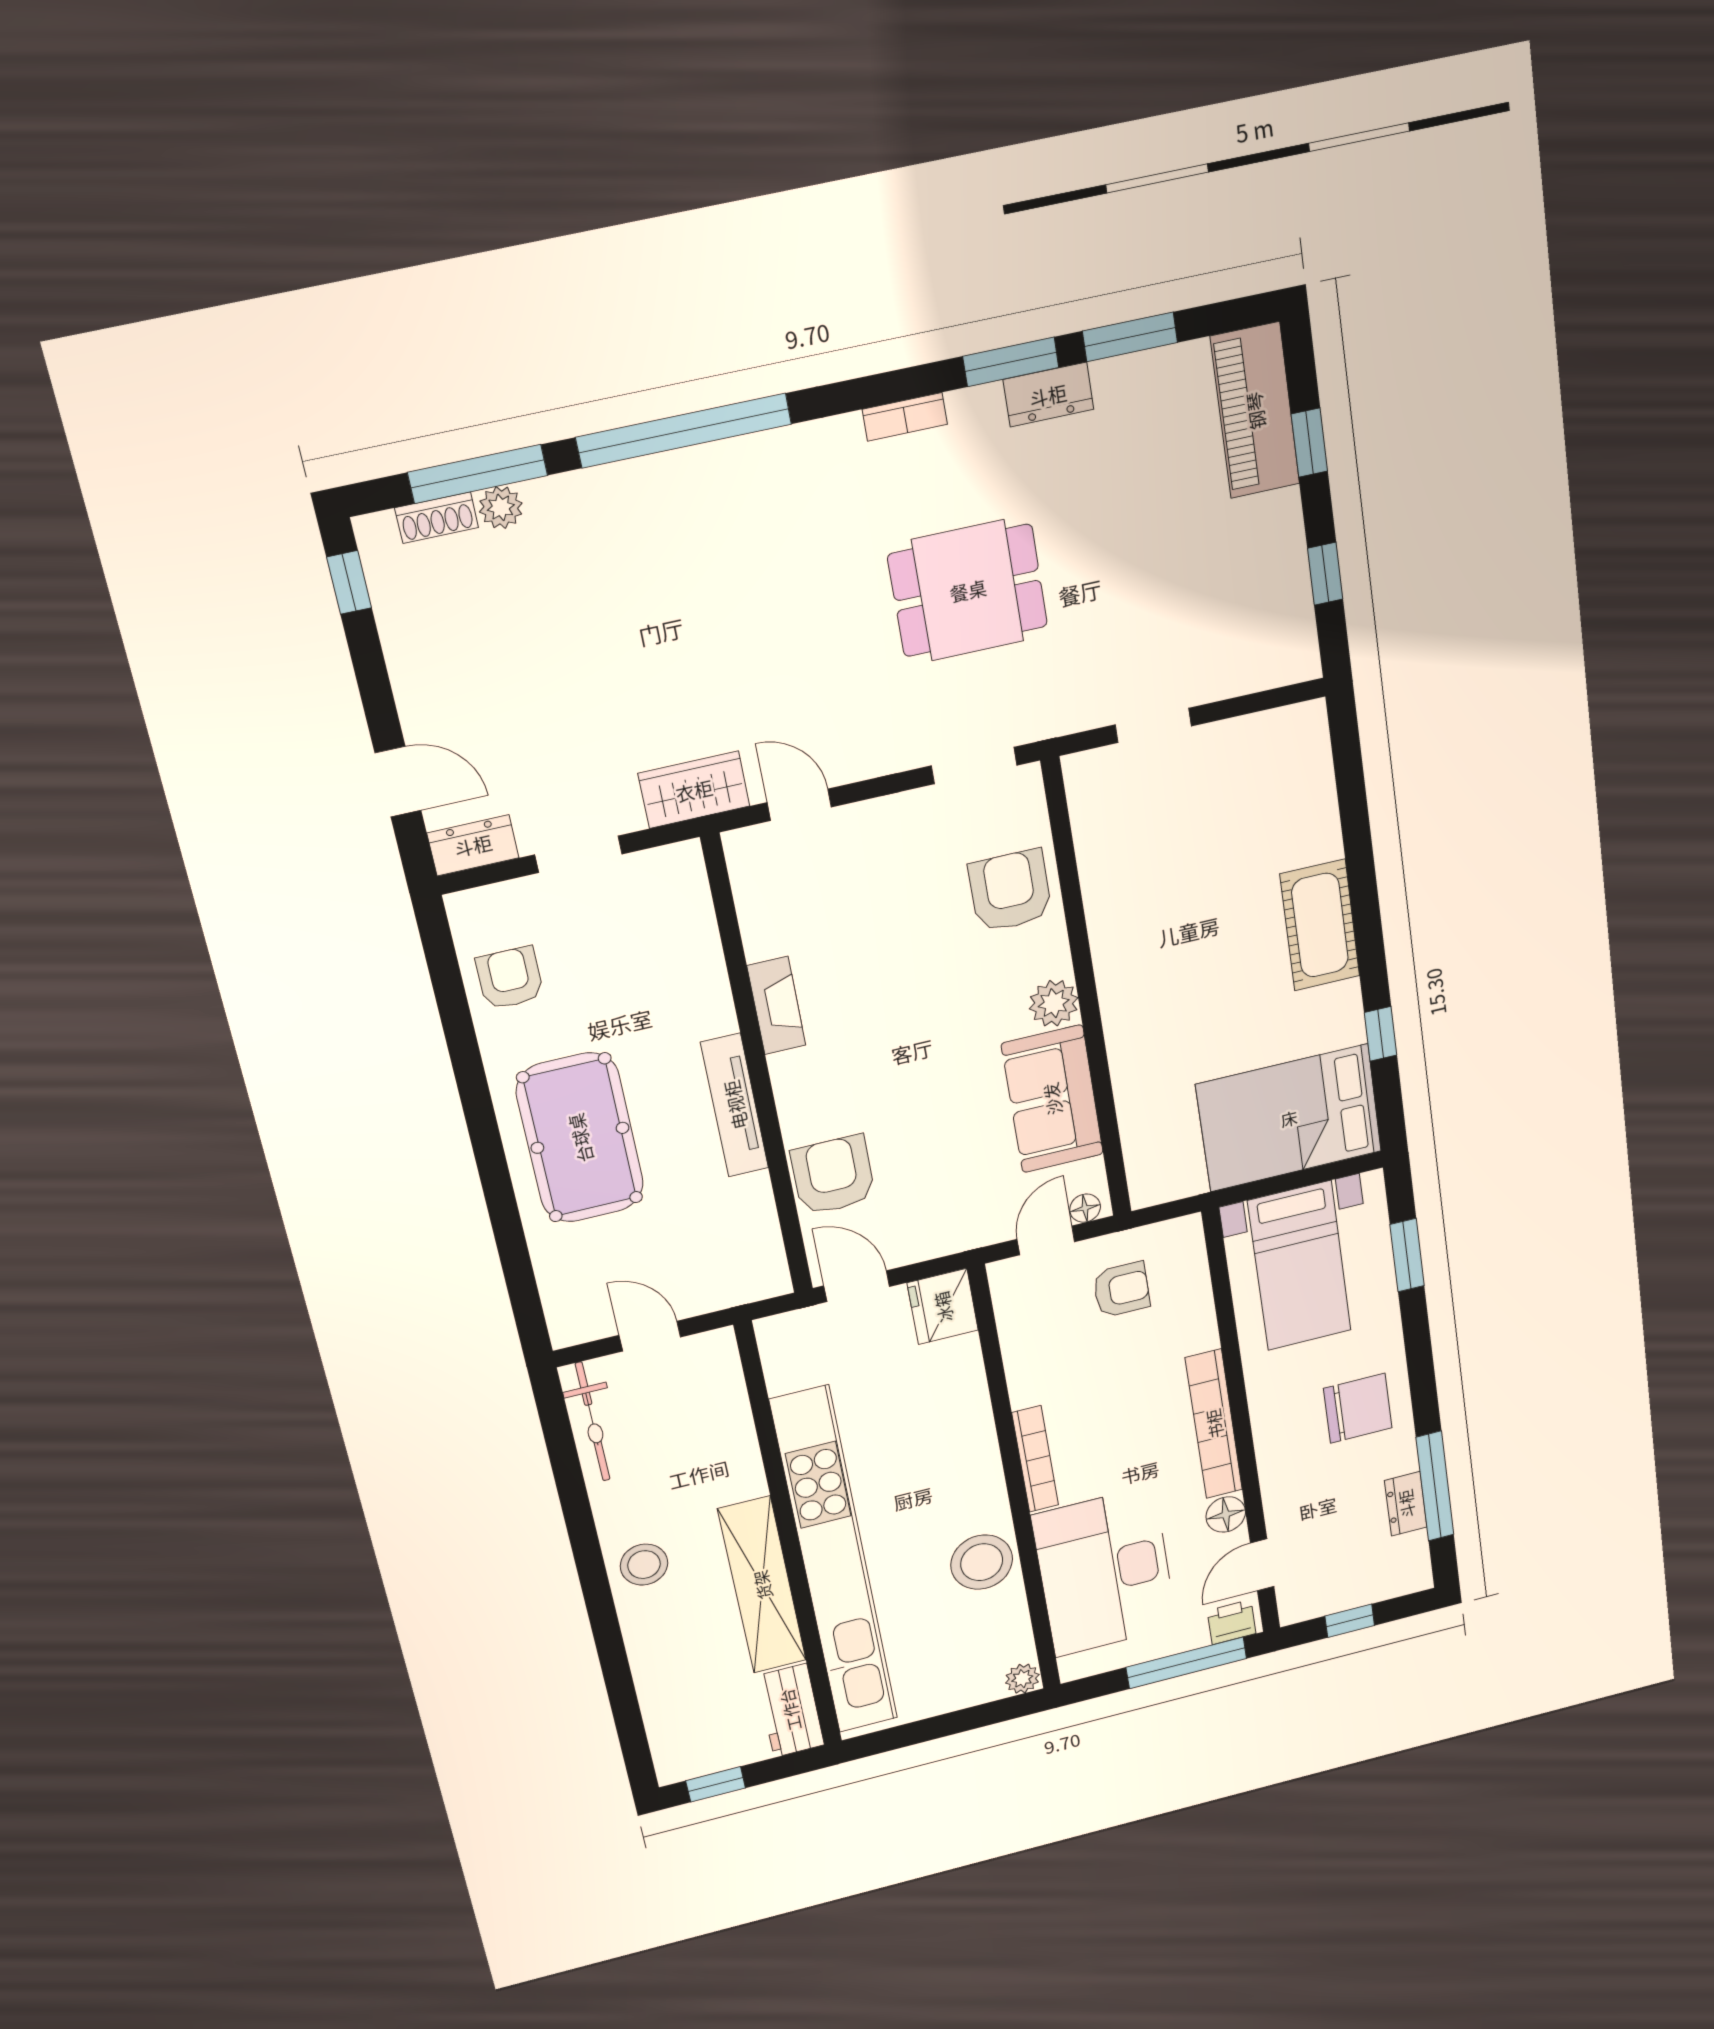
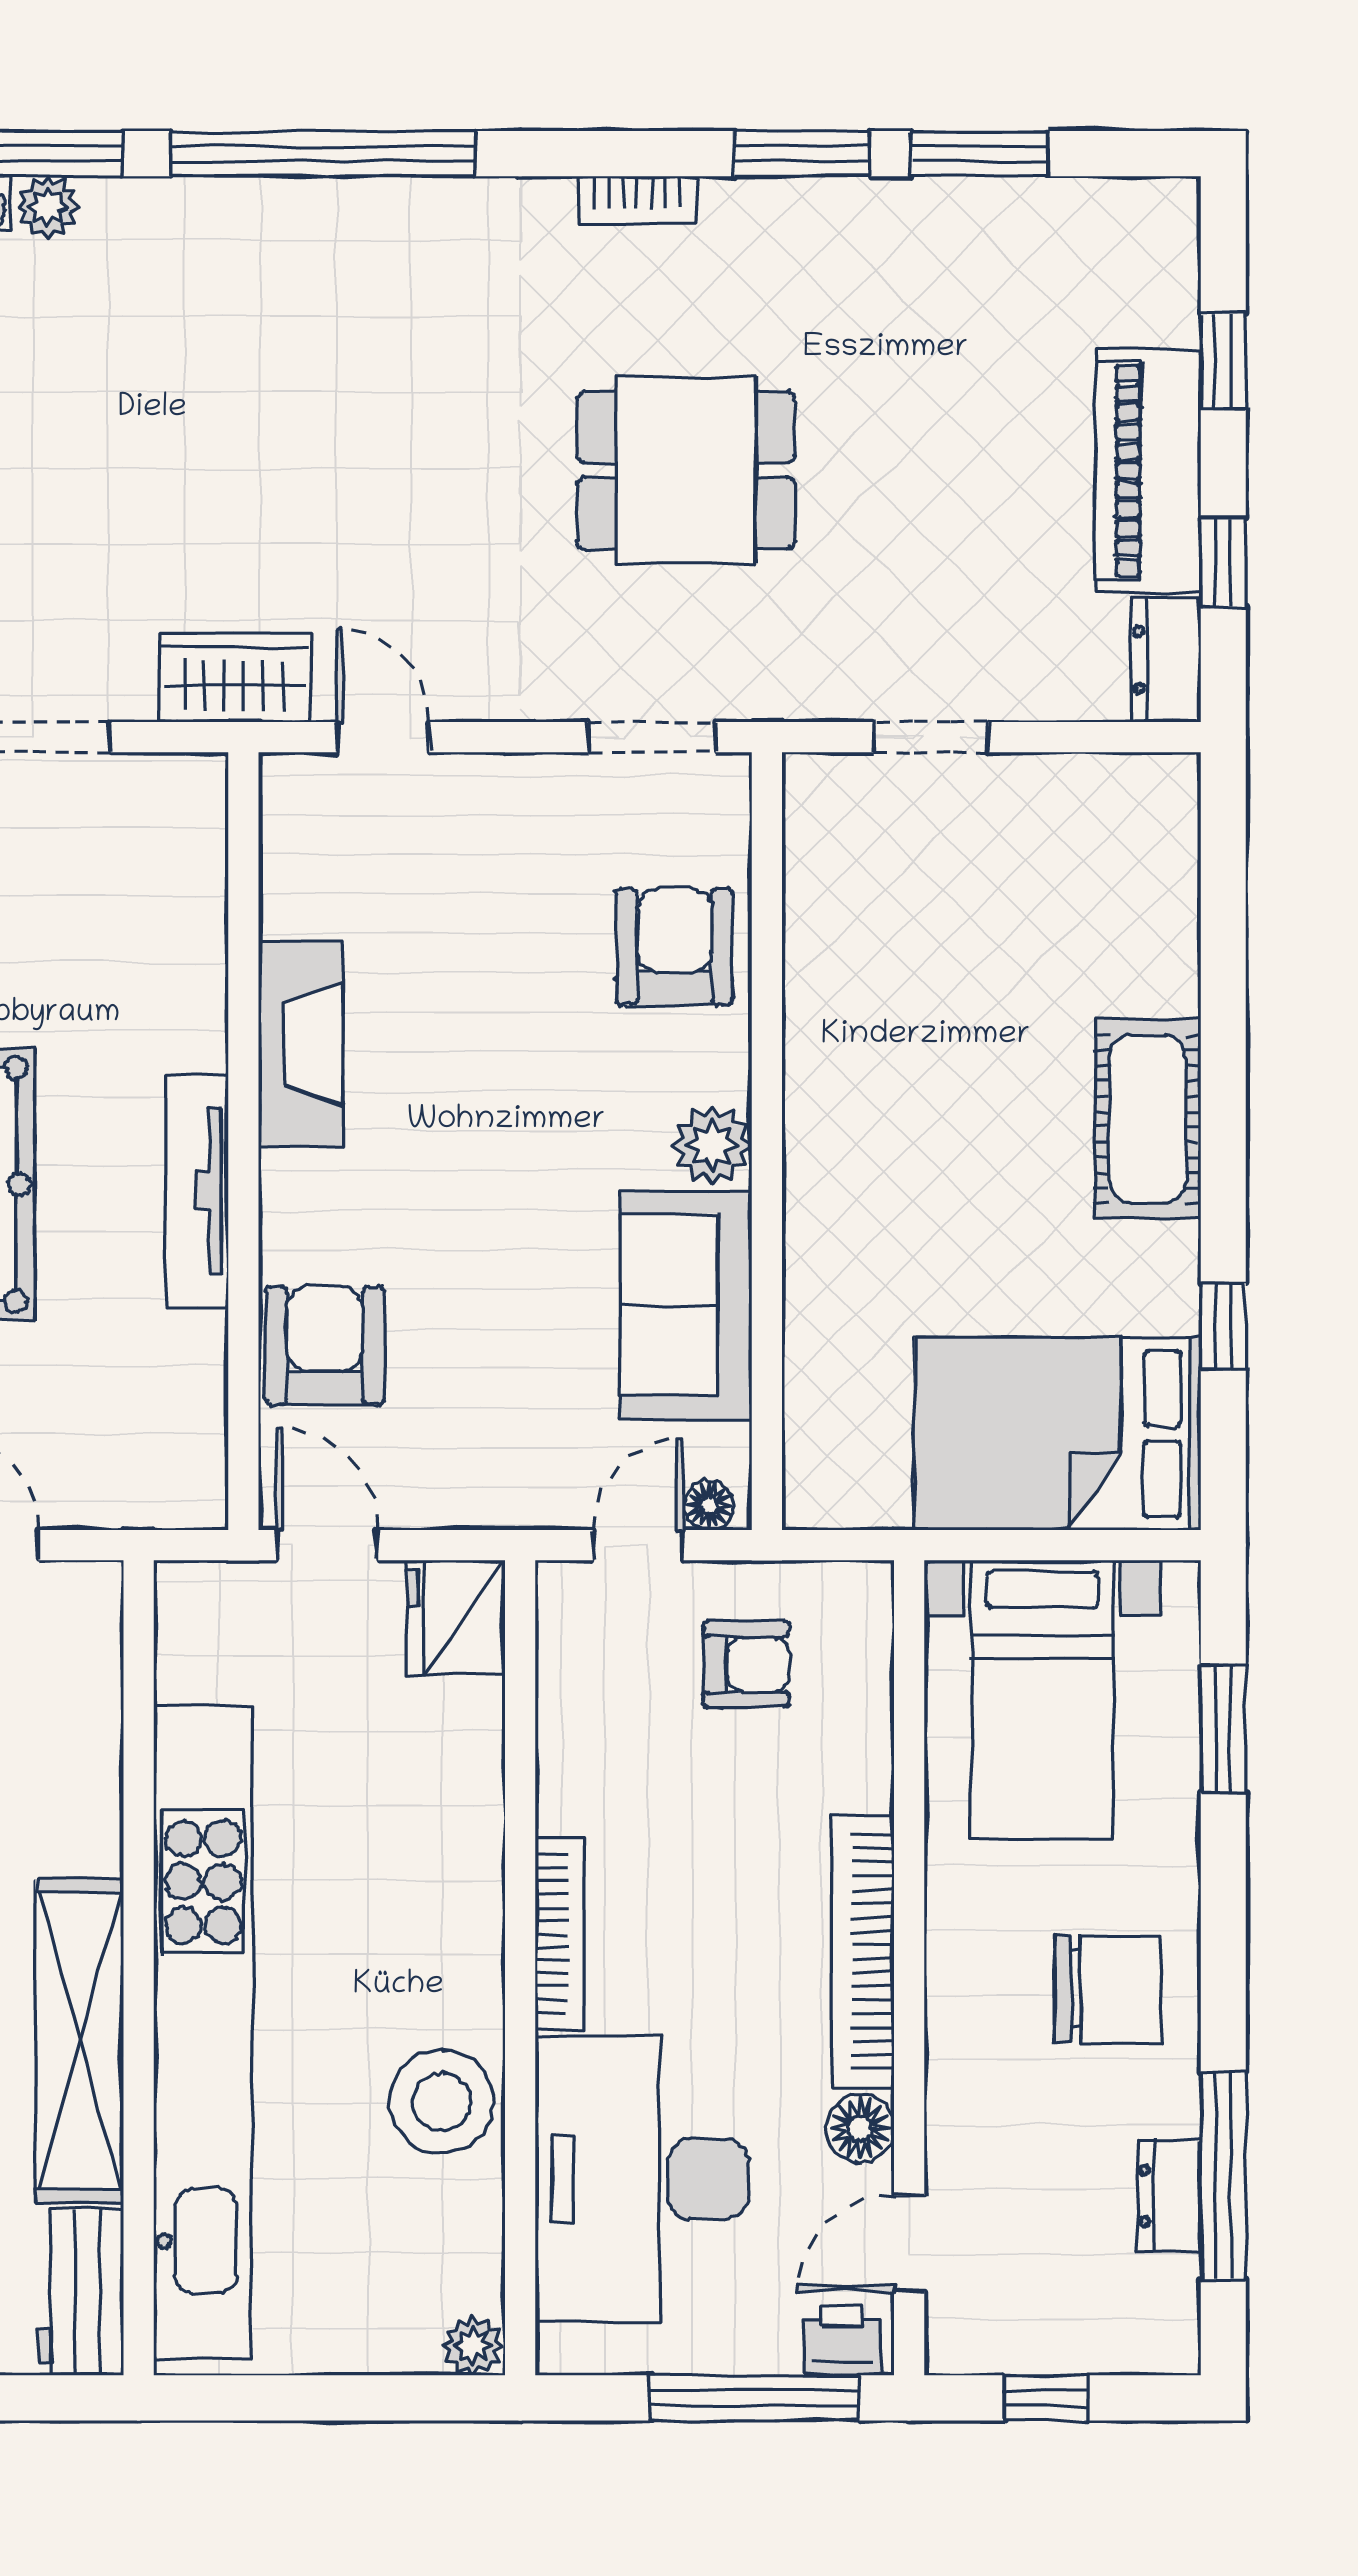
dresser: (1048, 395) -> (1166, 660), moved, turned 90
piano: (1255, 411) -> (1148, 471), moved
fireplace: (776, 1006) -> (300, 1044), width x1.37, depth x1.32

